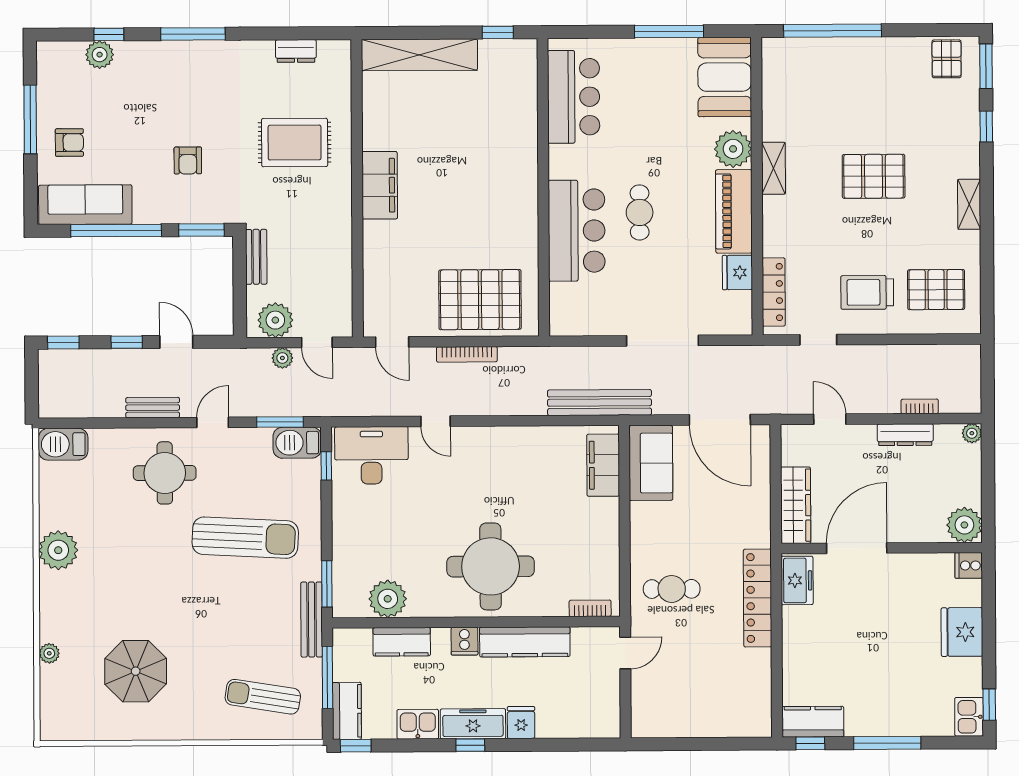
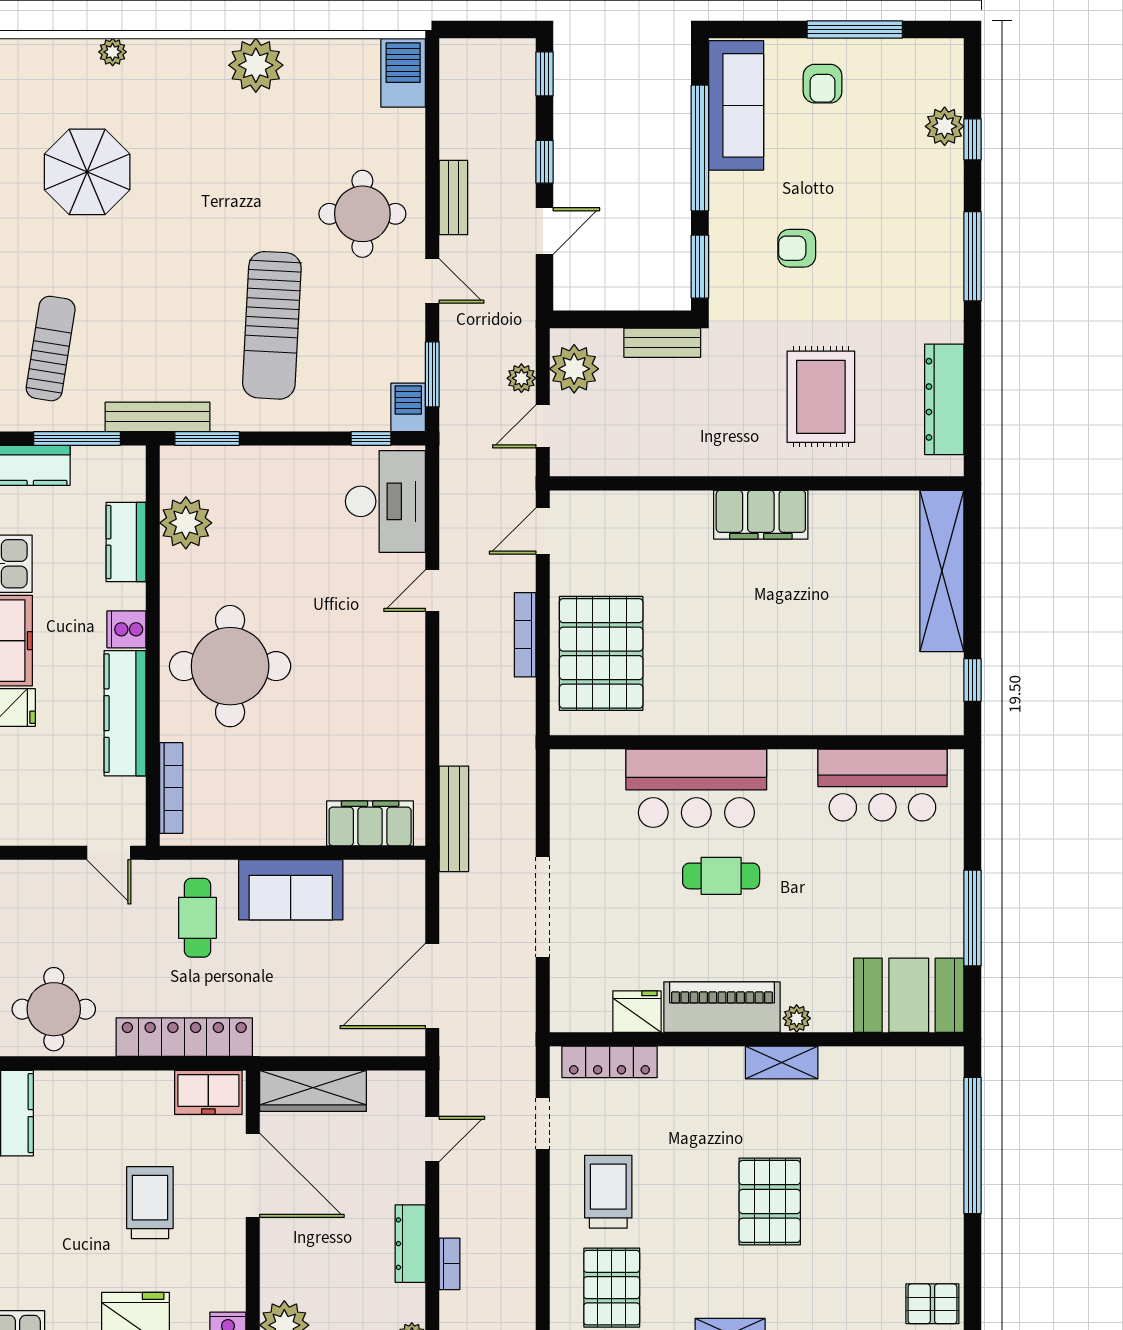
dresser: (296, 51) -> (944, 399), width x1.96, depth x1.24
plant: (733, 149) -> (797, 1018), width x0.53, depth x0.53
bench: (599, 403) -> (454, 819), width x0.73, depth x0.82
barbecue: (297, 443) -> (408, 407), width x0.73, depth x0.79
sofa: (651, 463) -> (291, 890), moved
bookcase: (590, 608) -> (171, 788), width x1.56
trolley: (877, 622) -> (150, 1203), added
round table: (738, 692) -> (54, 1009), added

